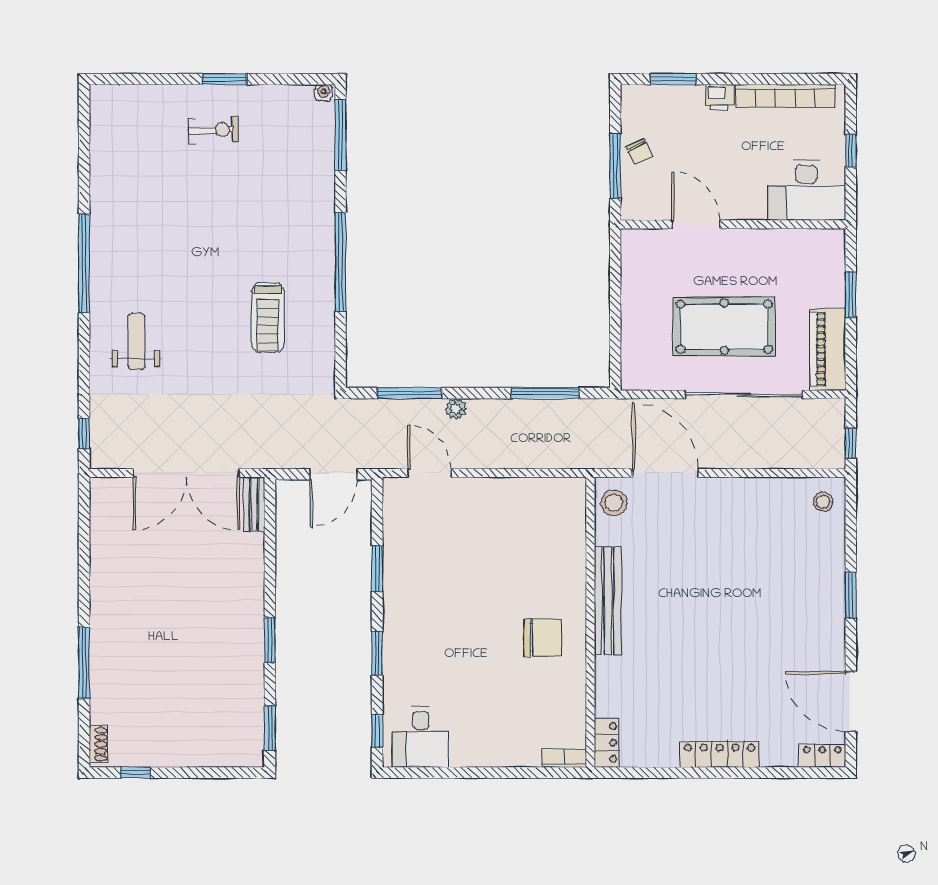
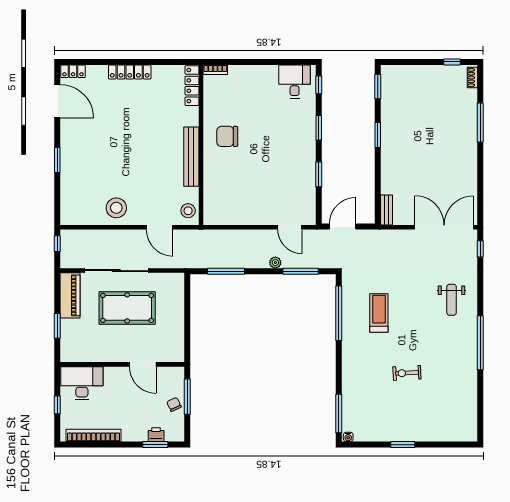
printer: (719, 97) -> (156, 435), moved
exercise bike: (213, 130) -> (407, 373), moved
window: (340, 262) -> (339, 313), moved
double door: (186, 473) -> (444, 227), moved
door: (666, 473) -> (160, 227), width x0.73
stool: (823, 502) -> (116, 208), moved, width x1.89, depth x1.89
locker: (607, 743) -> (192, 86), width x1.53

